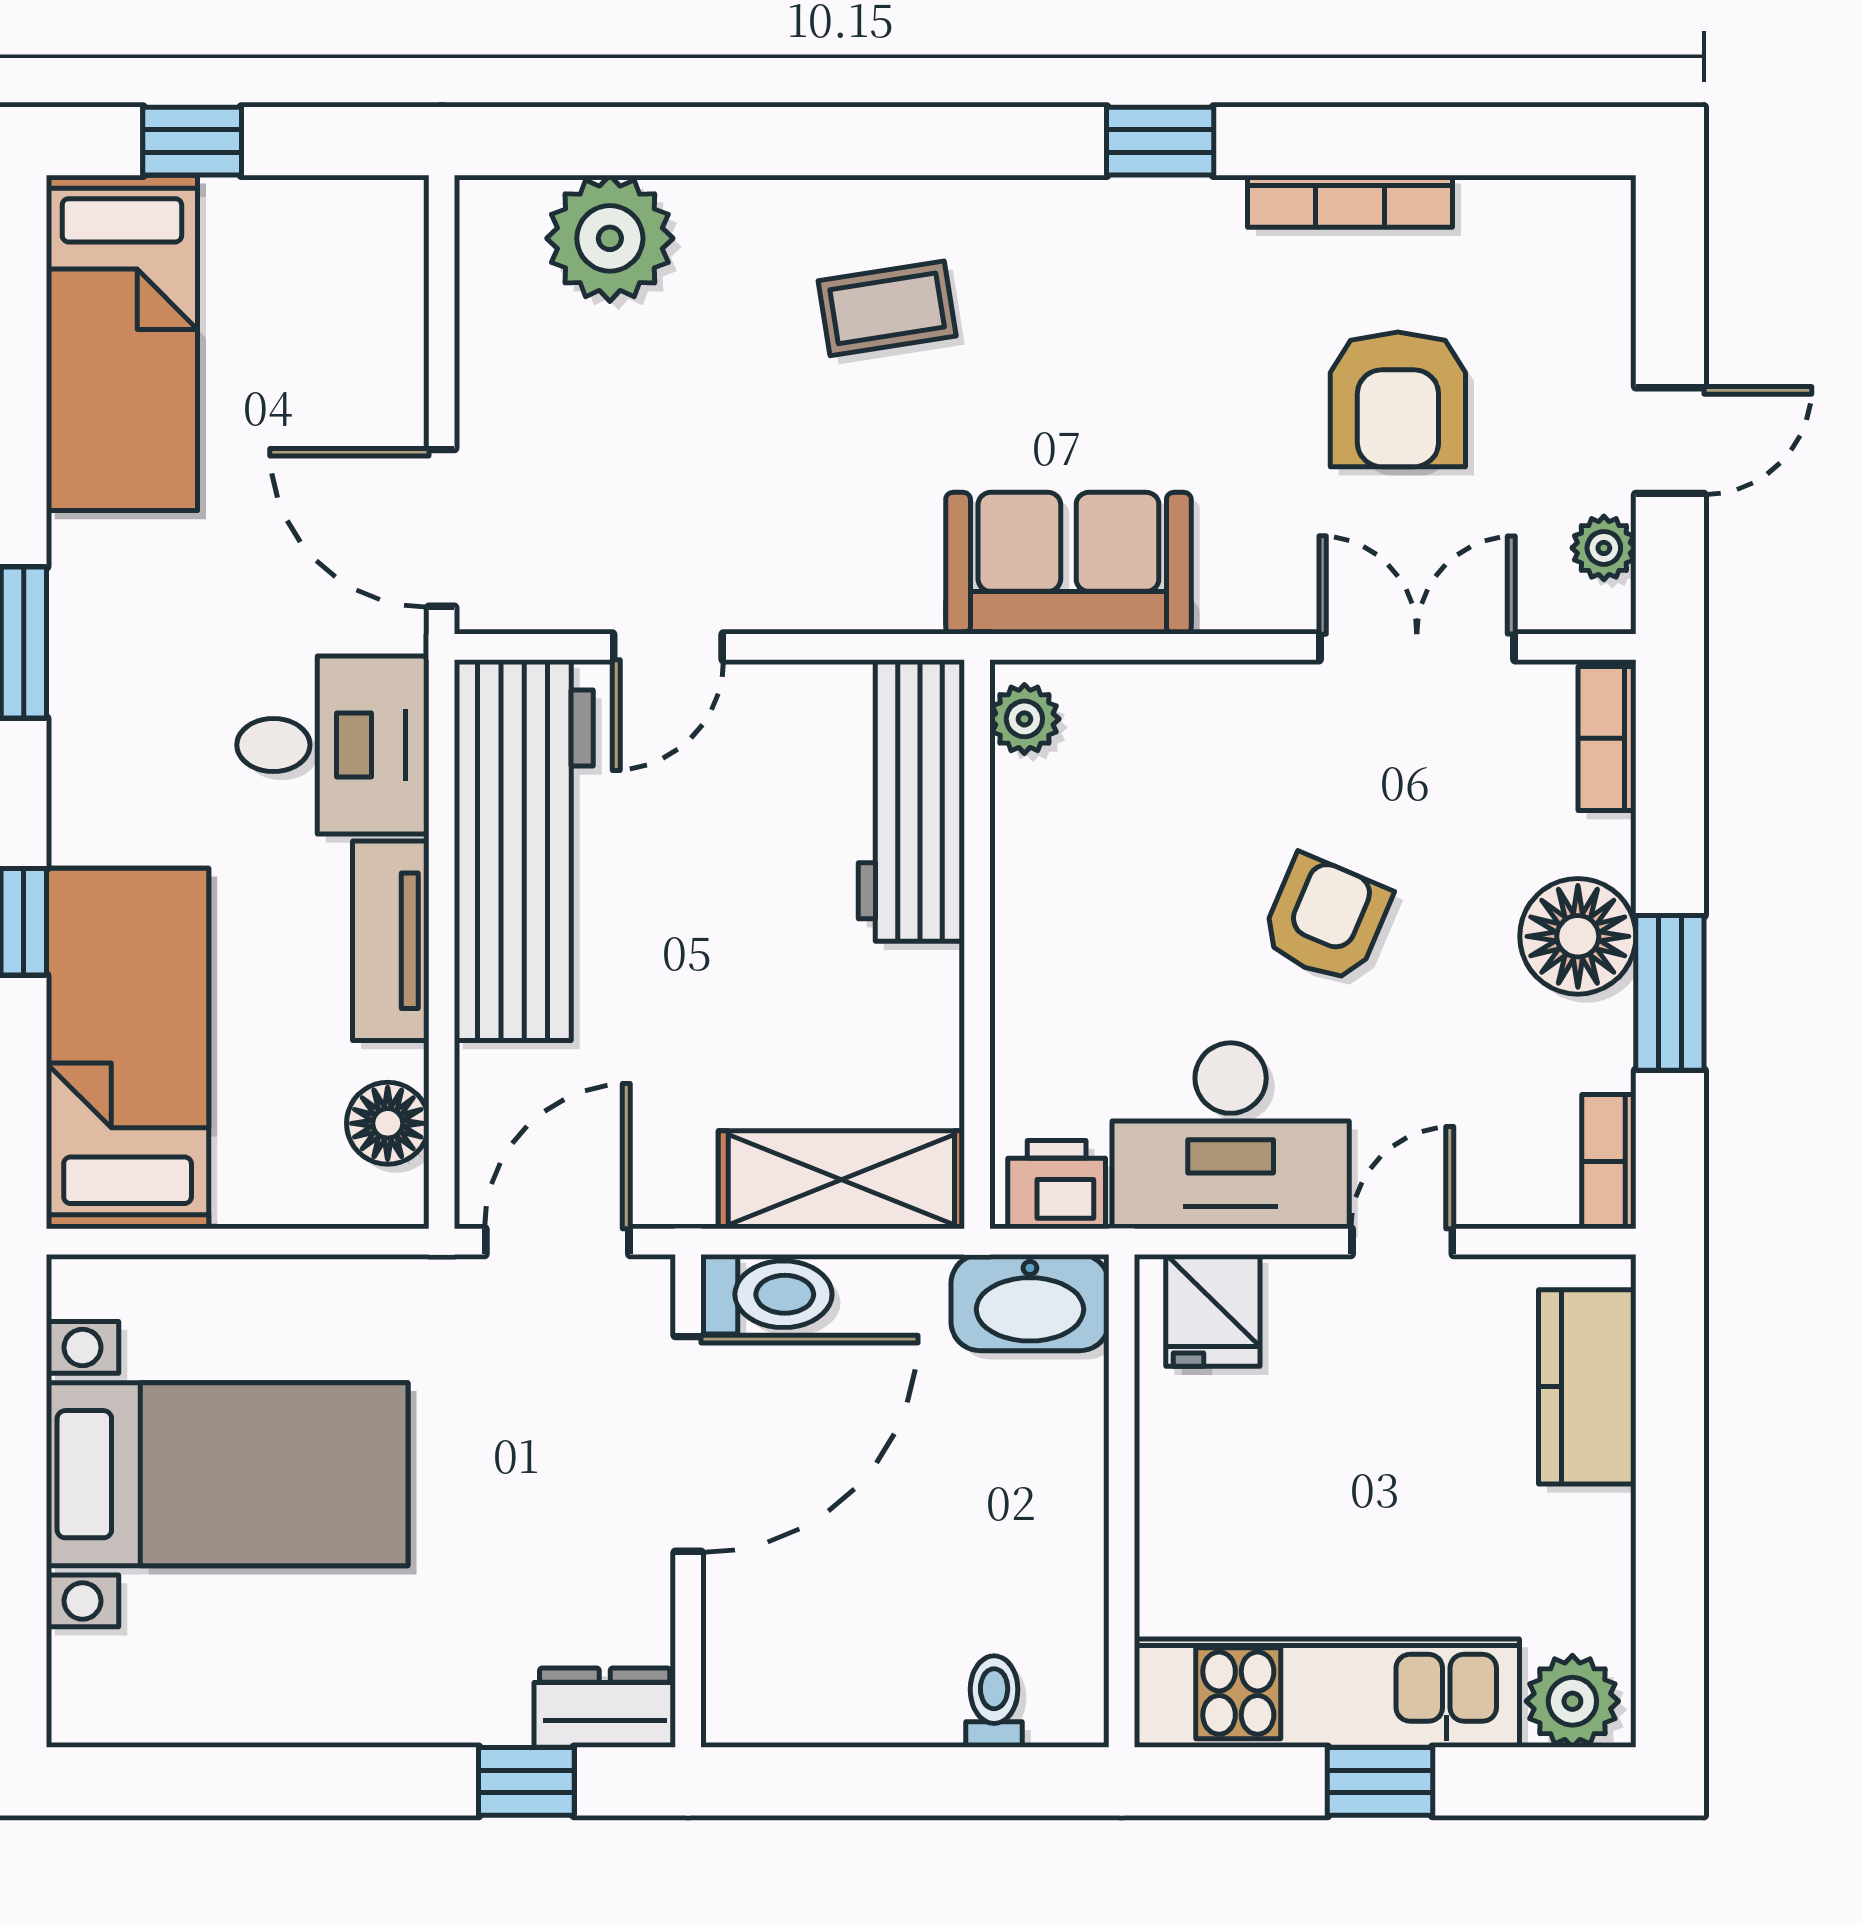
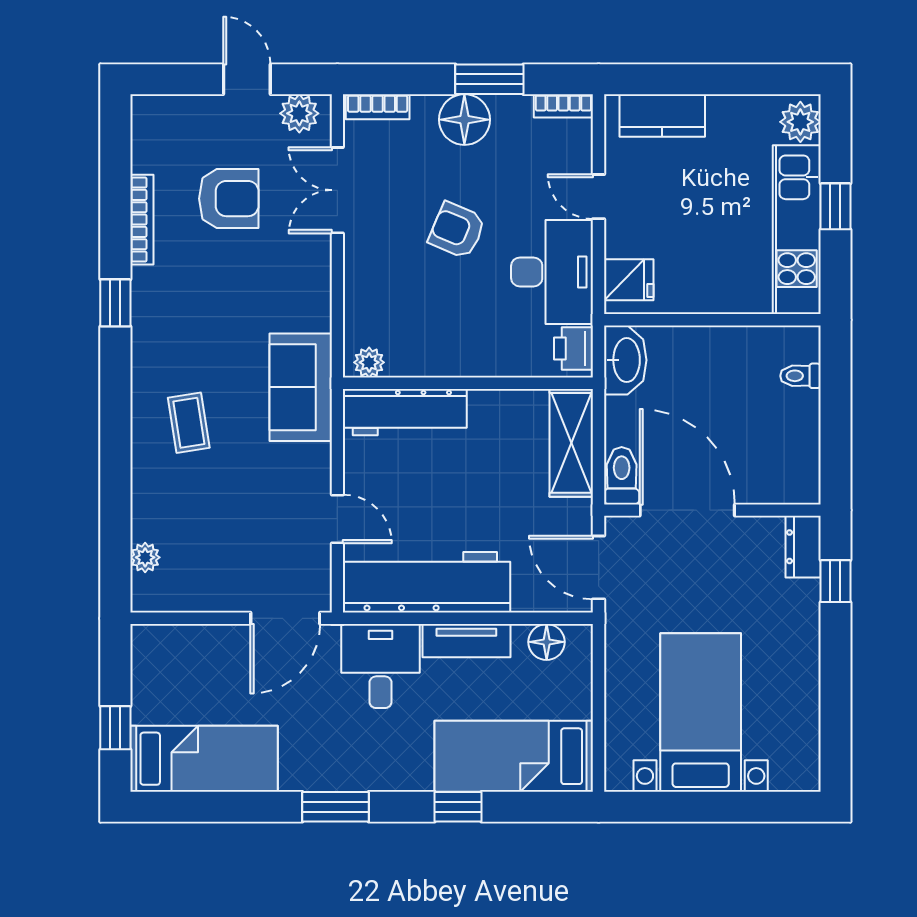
plant: (610, 238) -> (145, 557), width x0.53, depth x0.53
plant: (1604, 548) -> (299, 113), width x1.38, depth x1.38
sofa: (1068, 563) -> (301, 387), moved

